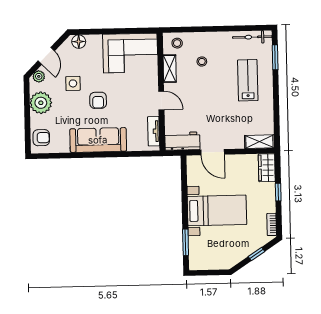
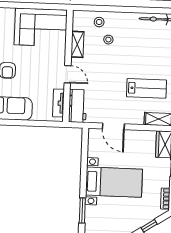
stool: (177, 43) -> (99, 22), moved
lab bench: (248, 80) -> (146, 88), moved, turned 90
workbench: (182, 141) -> (78, 106), moved, turned 90

